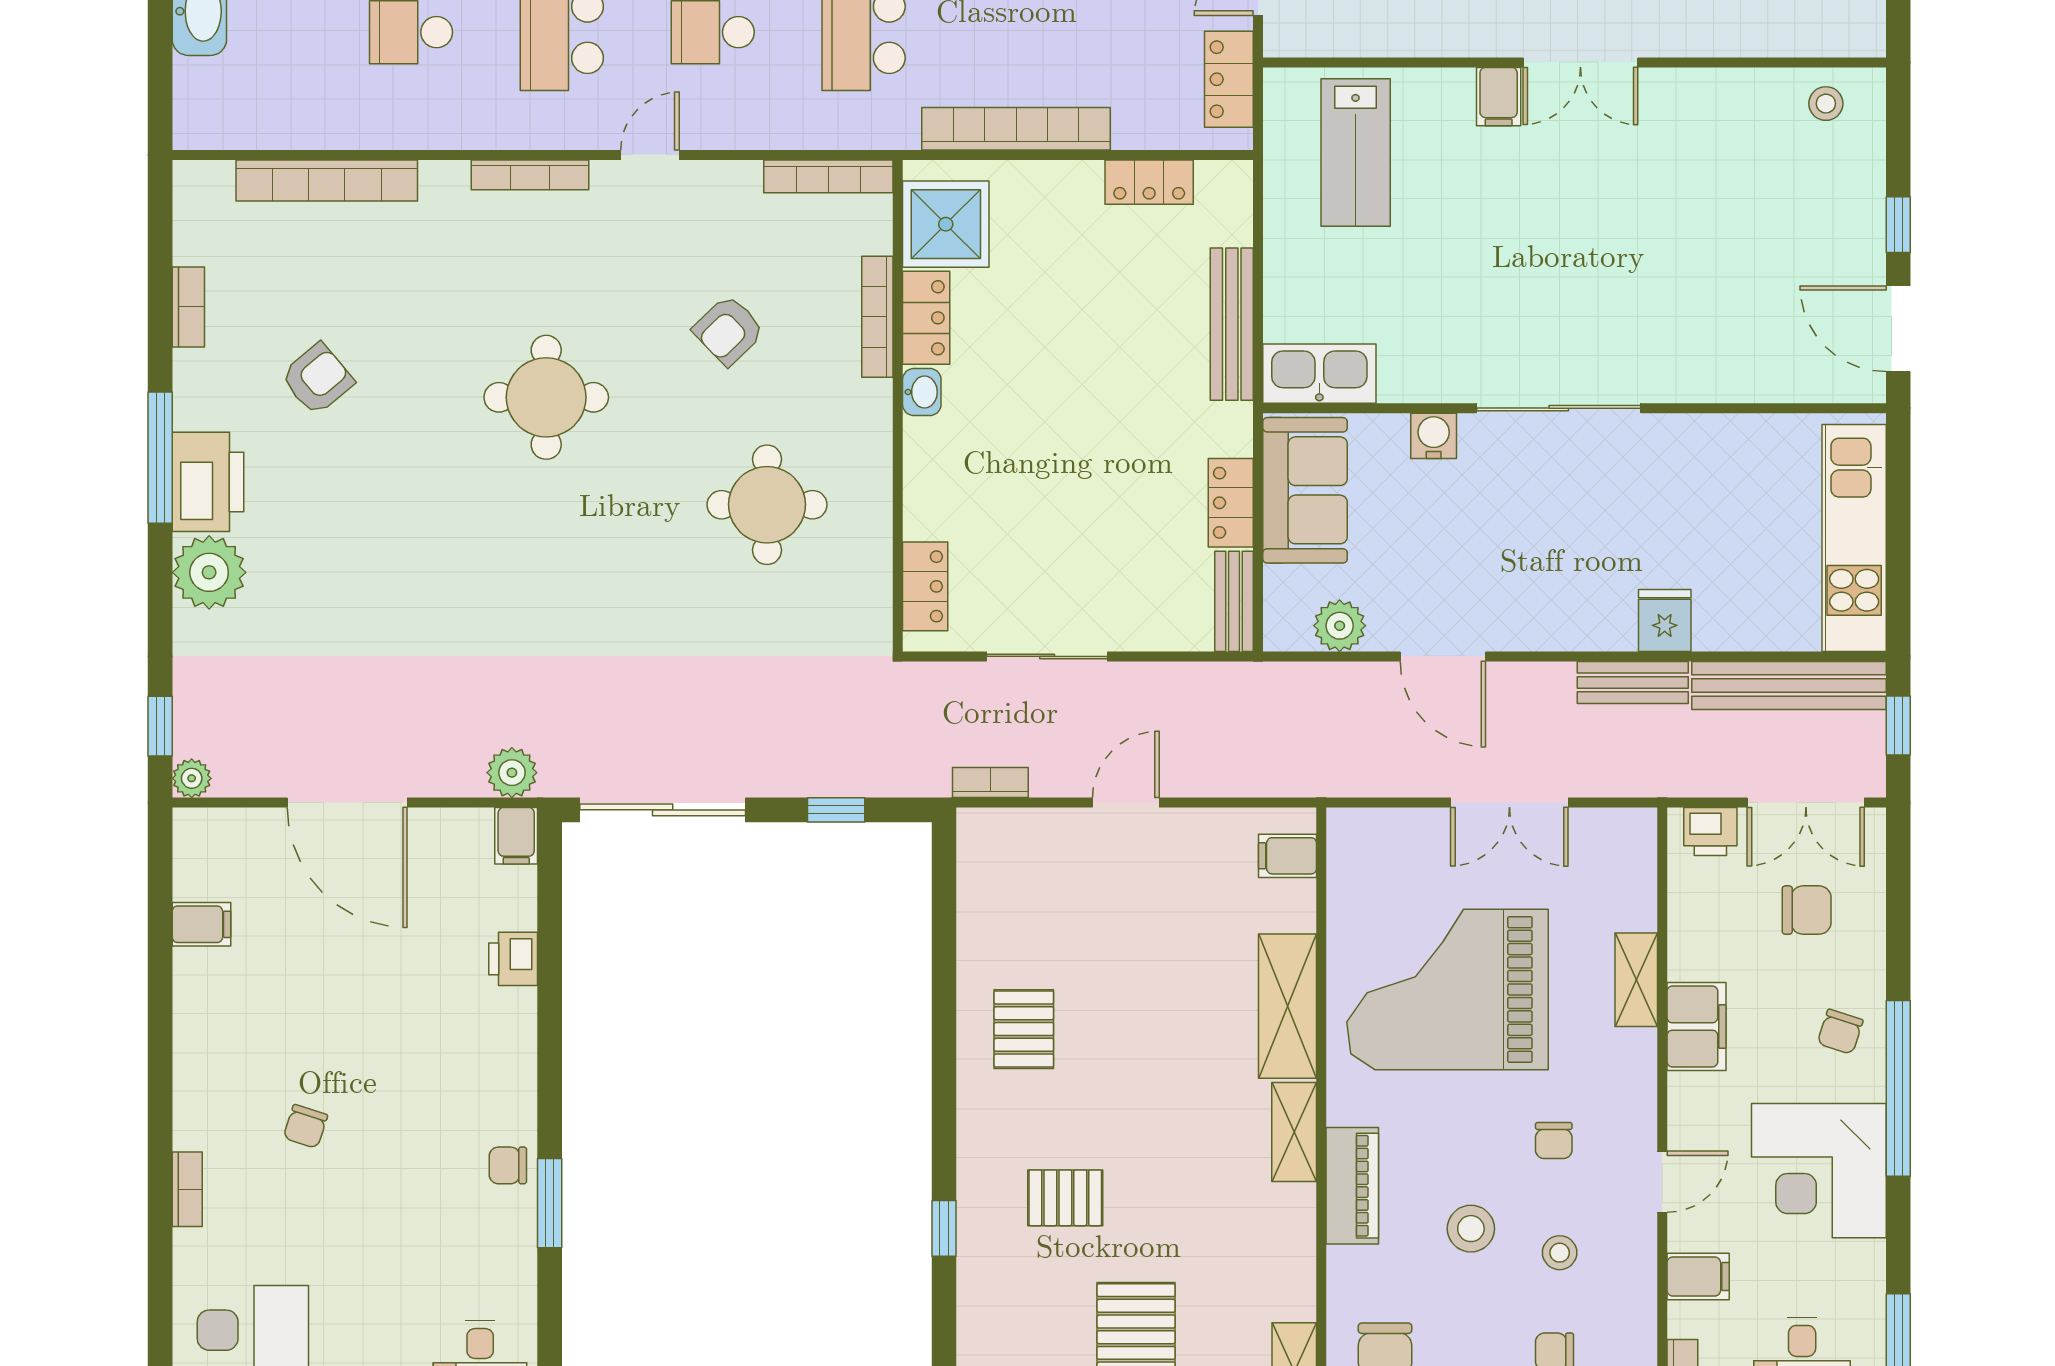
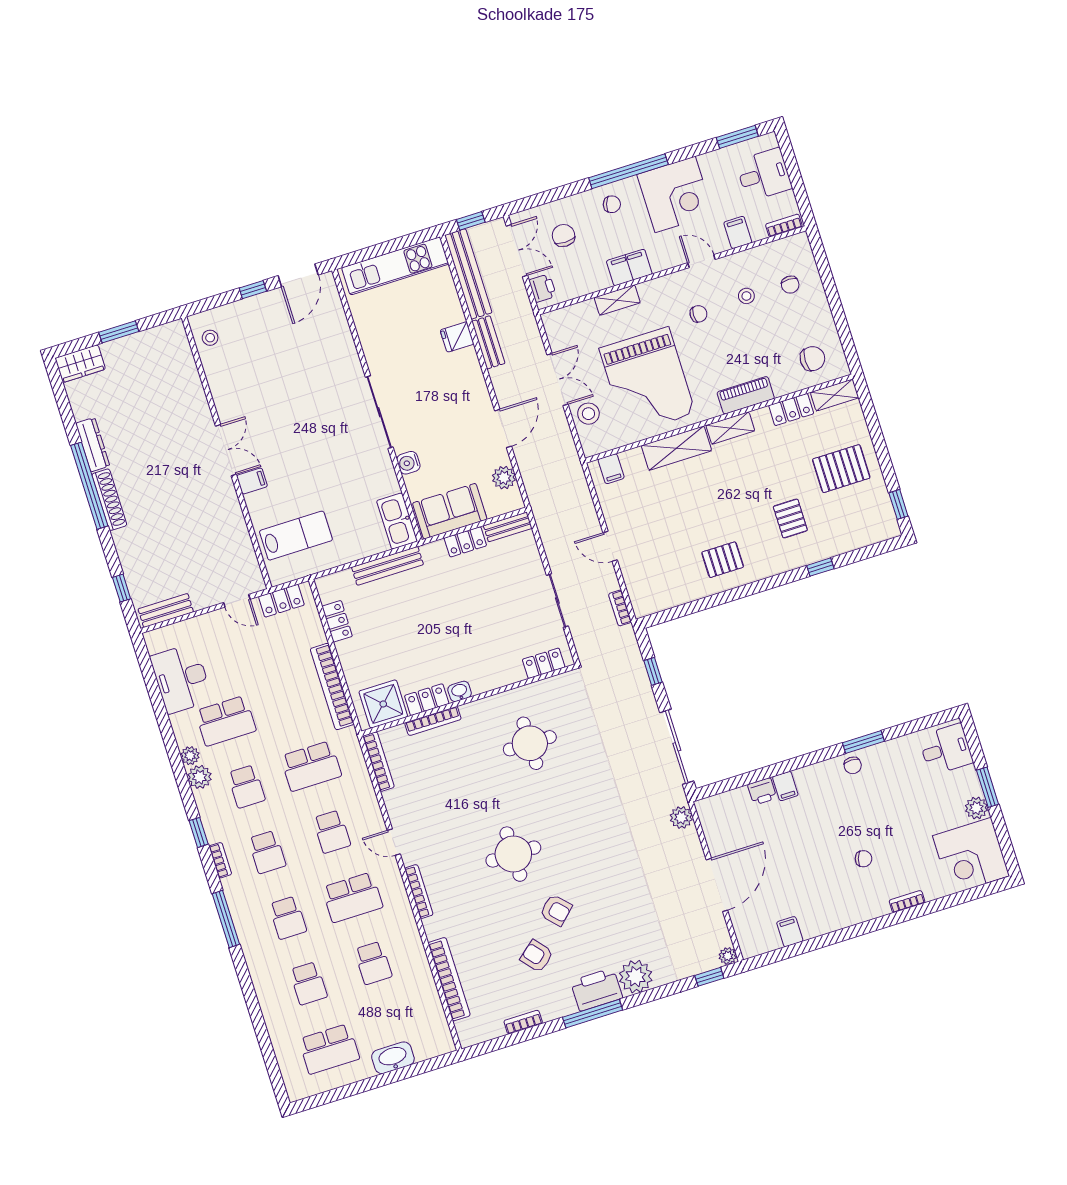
armchair: (729, 330) -> (556, 910), moved
filing cabinet: (516, 836) -> (785, 786), moved, turned 90
stool: (1471, 1229) -> (588, 414), moved
locker: (1293, 1271) -> (791, 410), added

